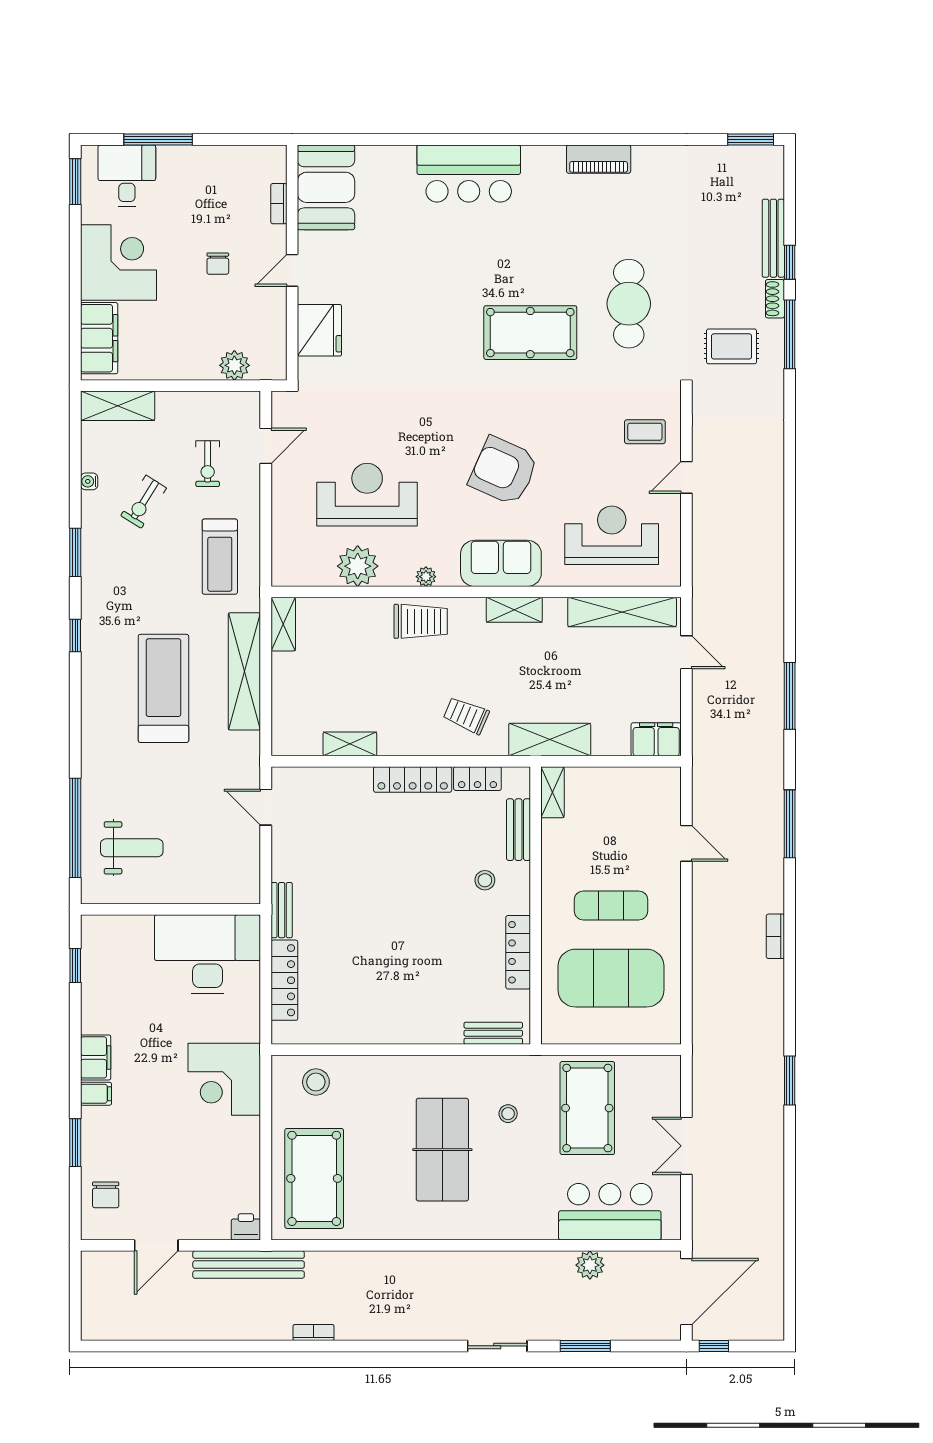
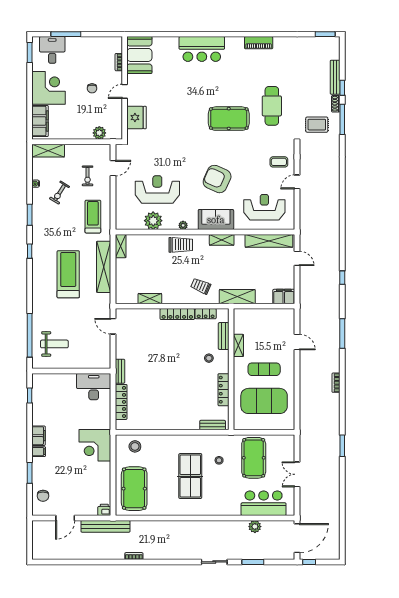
treadmill: (220, 557) -> (93, 217), turned 180
window: (790, 696) -> (342, 278), width x0.46
shelving: (552, 792) -> (238, 345), moved
desk: (208, 954) -> (94, 387), width x0.73, depth x0.77

